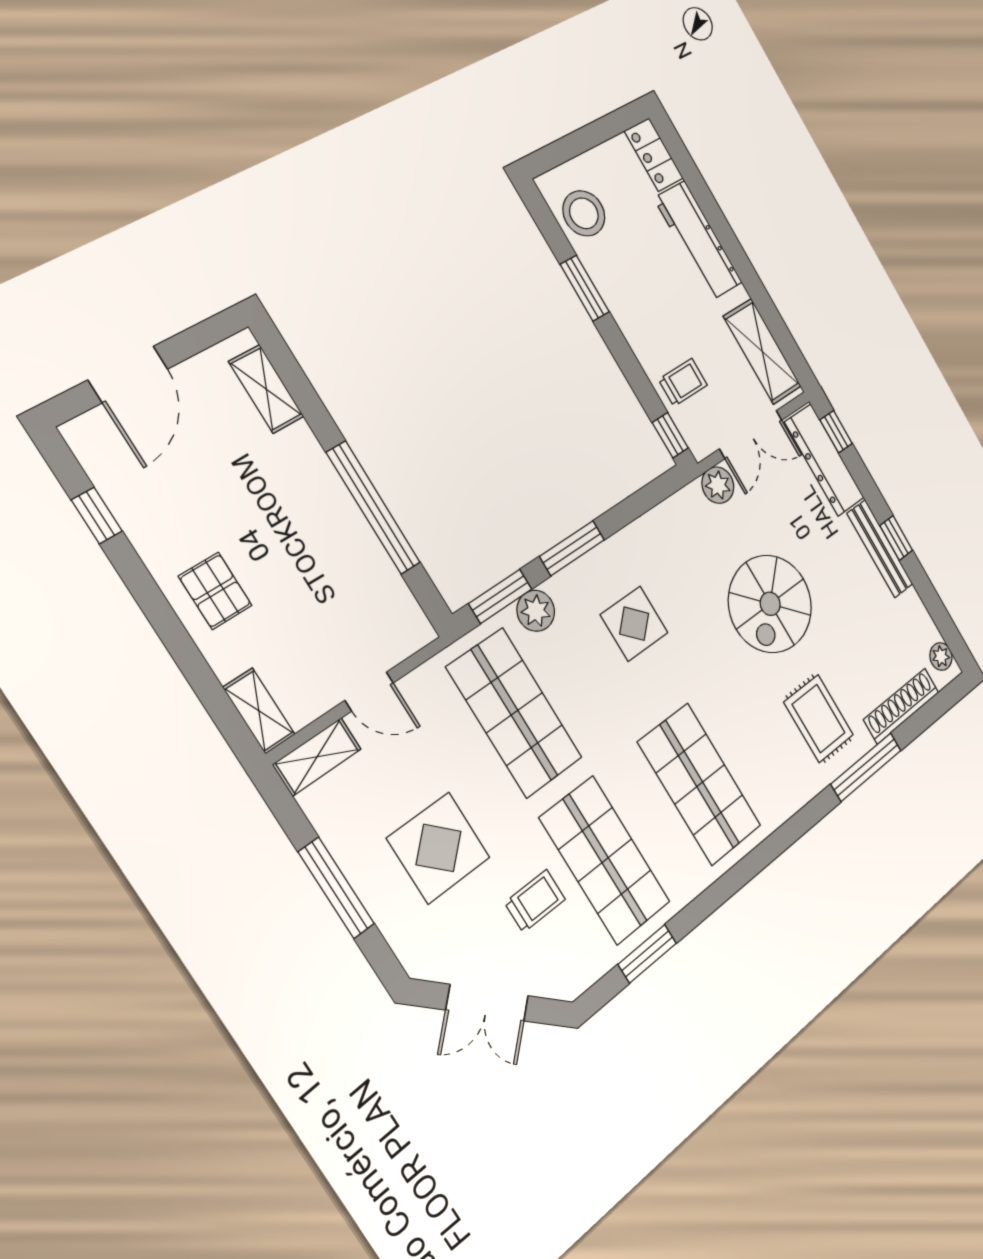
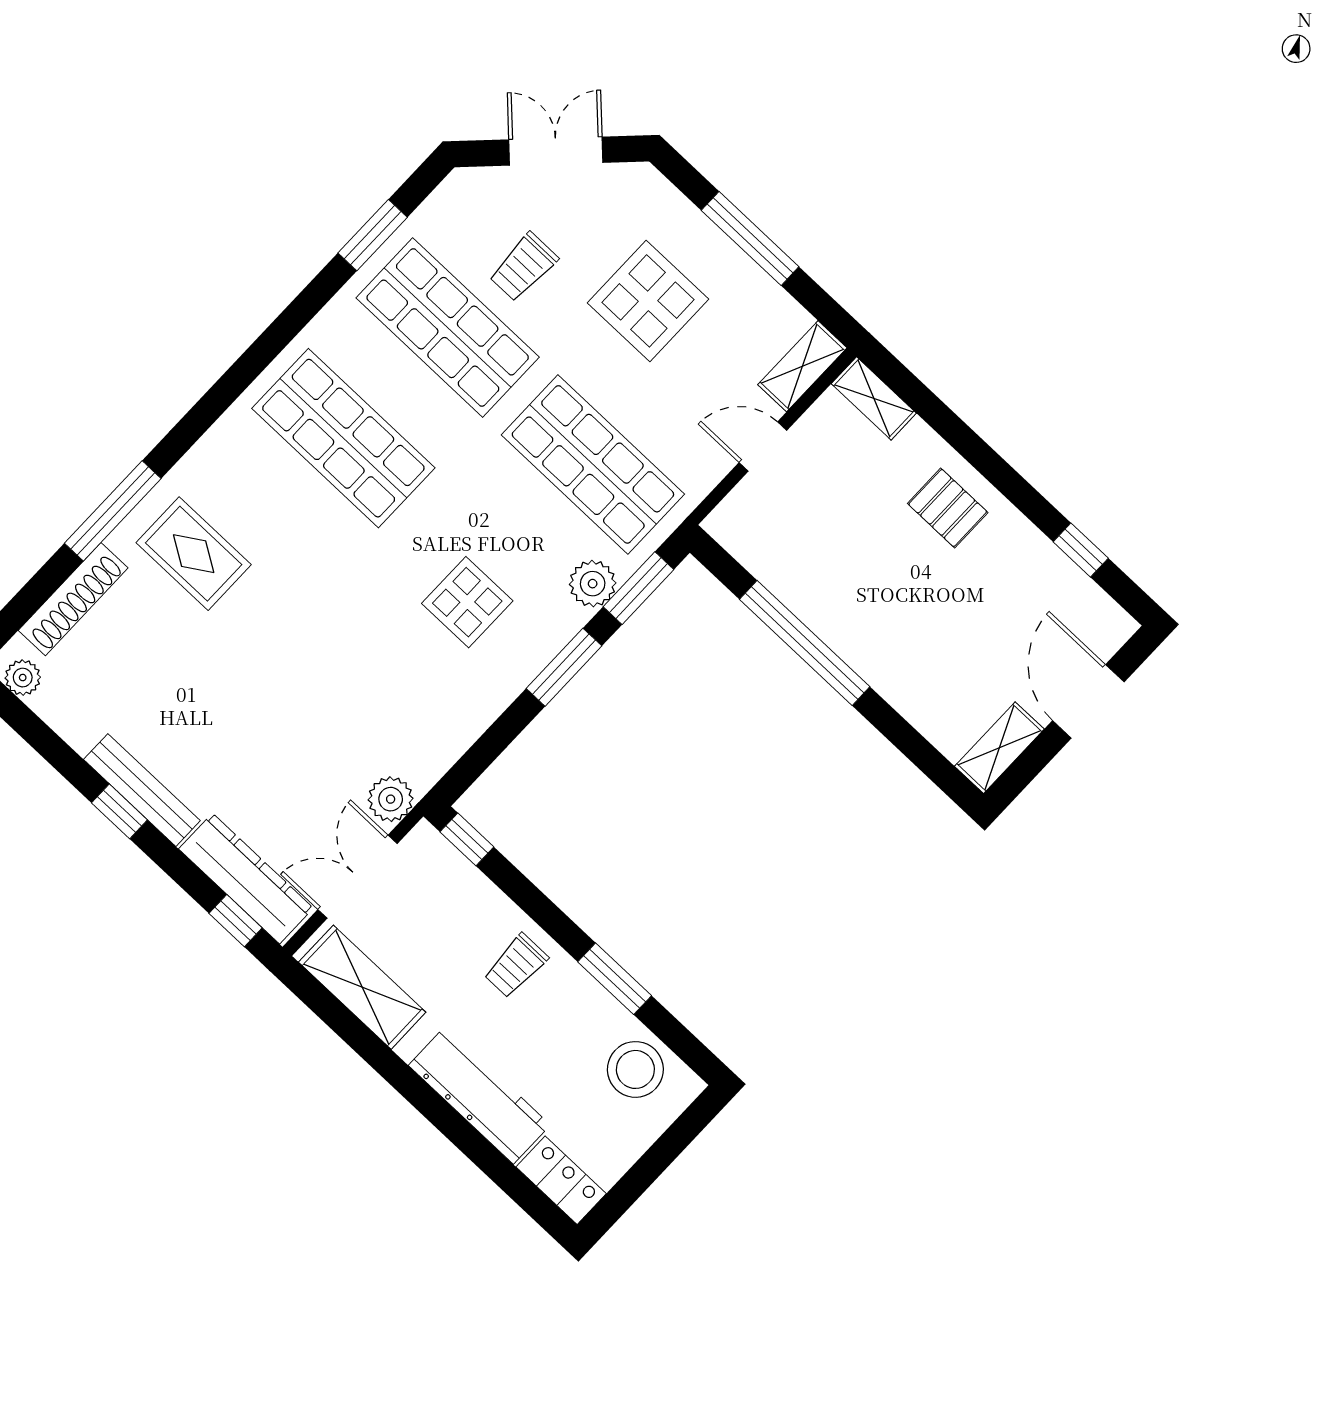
trolley: (683, 382) -> (516, 966), moved
shelving: (266, 389) -> (999, 748), moved, turned 90
spiral stairs: (770, 604) -> (289, 675), removed

